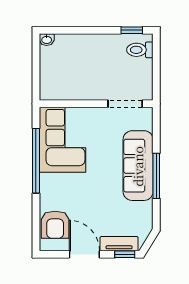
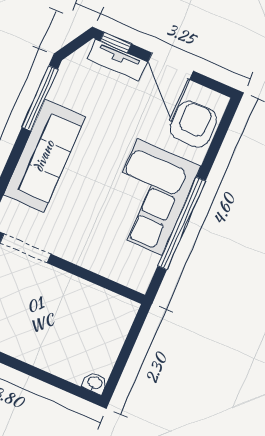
corner sofa: (62, 140) -> (150, 197), moved
window: (156, 176) -> (40, 98), moved

